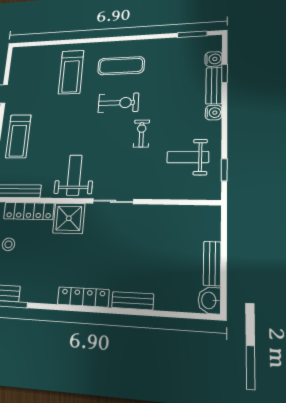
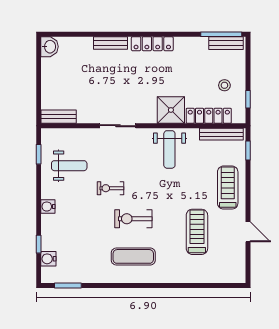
treadmill: (71, 72) -> (197, 232), moved
bench: (214, 86) -> (48, 232), removed
exercise bike: (141, 133) -> (110, 188), turned 90
sliding door: (113, 201) -> (118, 126), moved
bench: (212, 263) -> (59, 117), moved, turned 90

